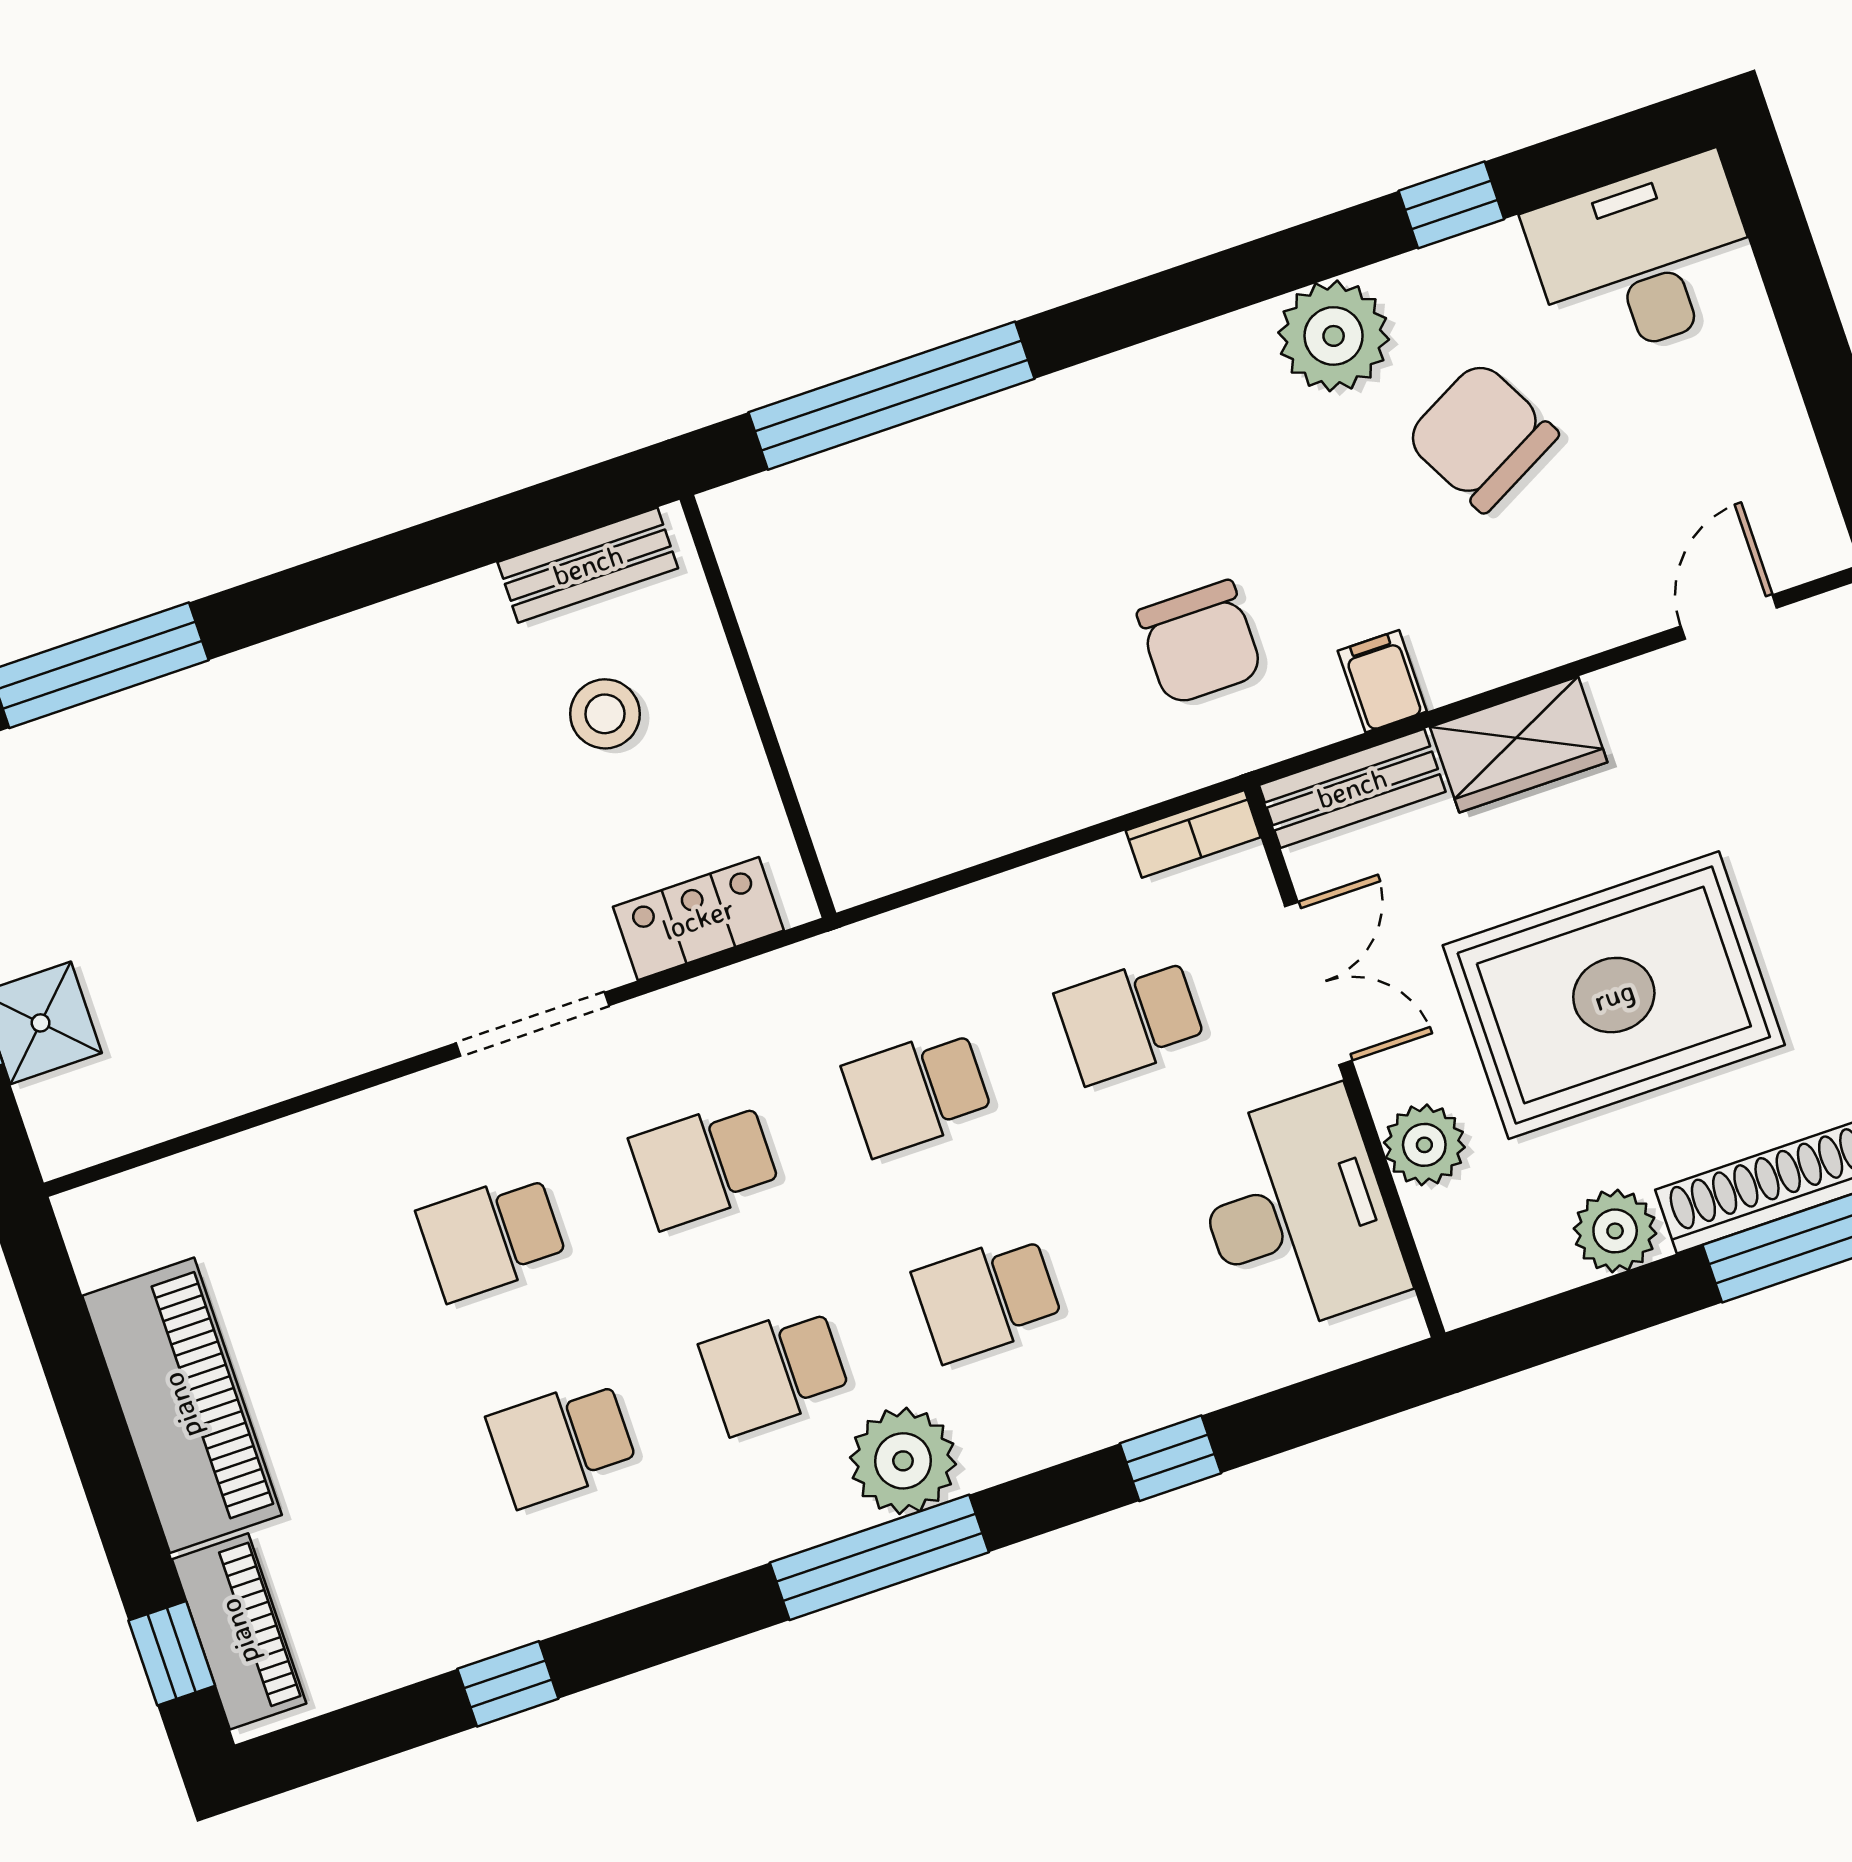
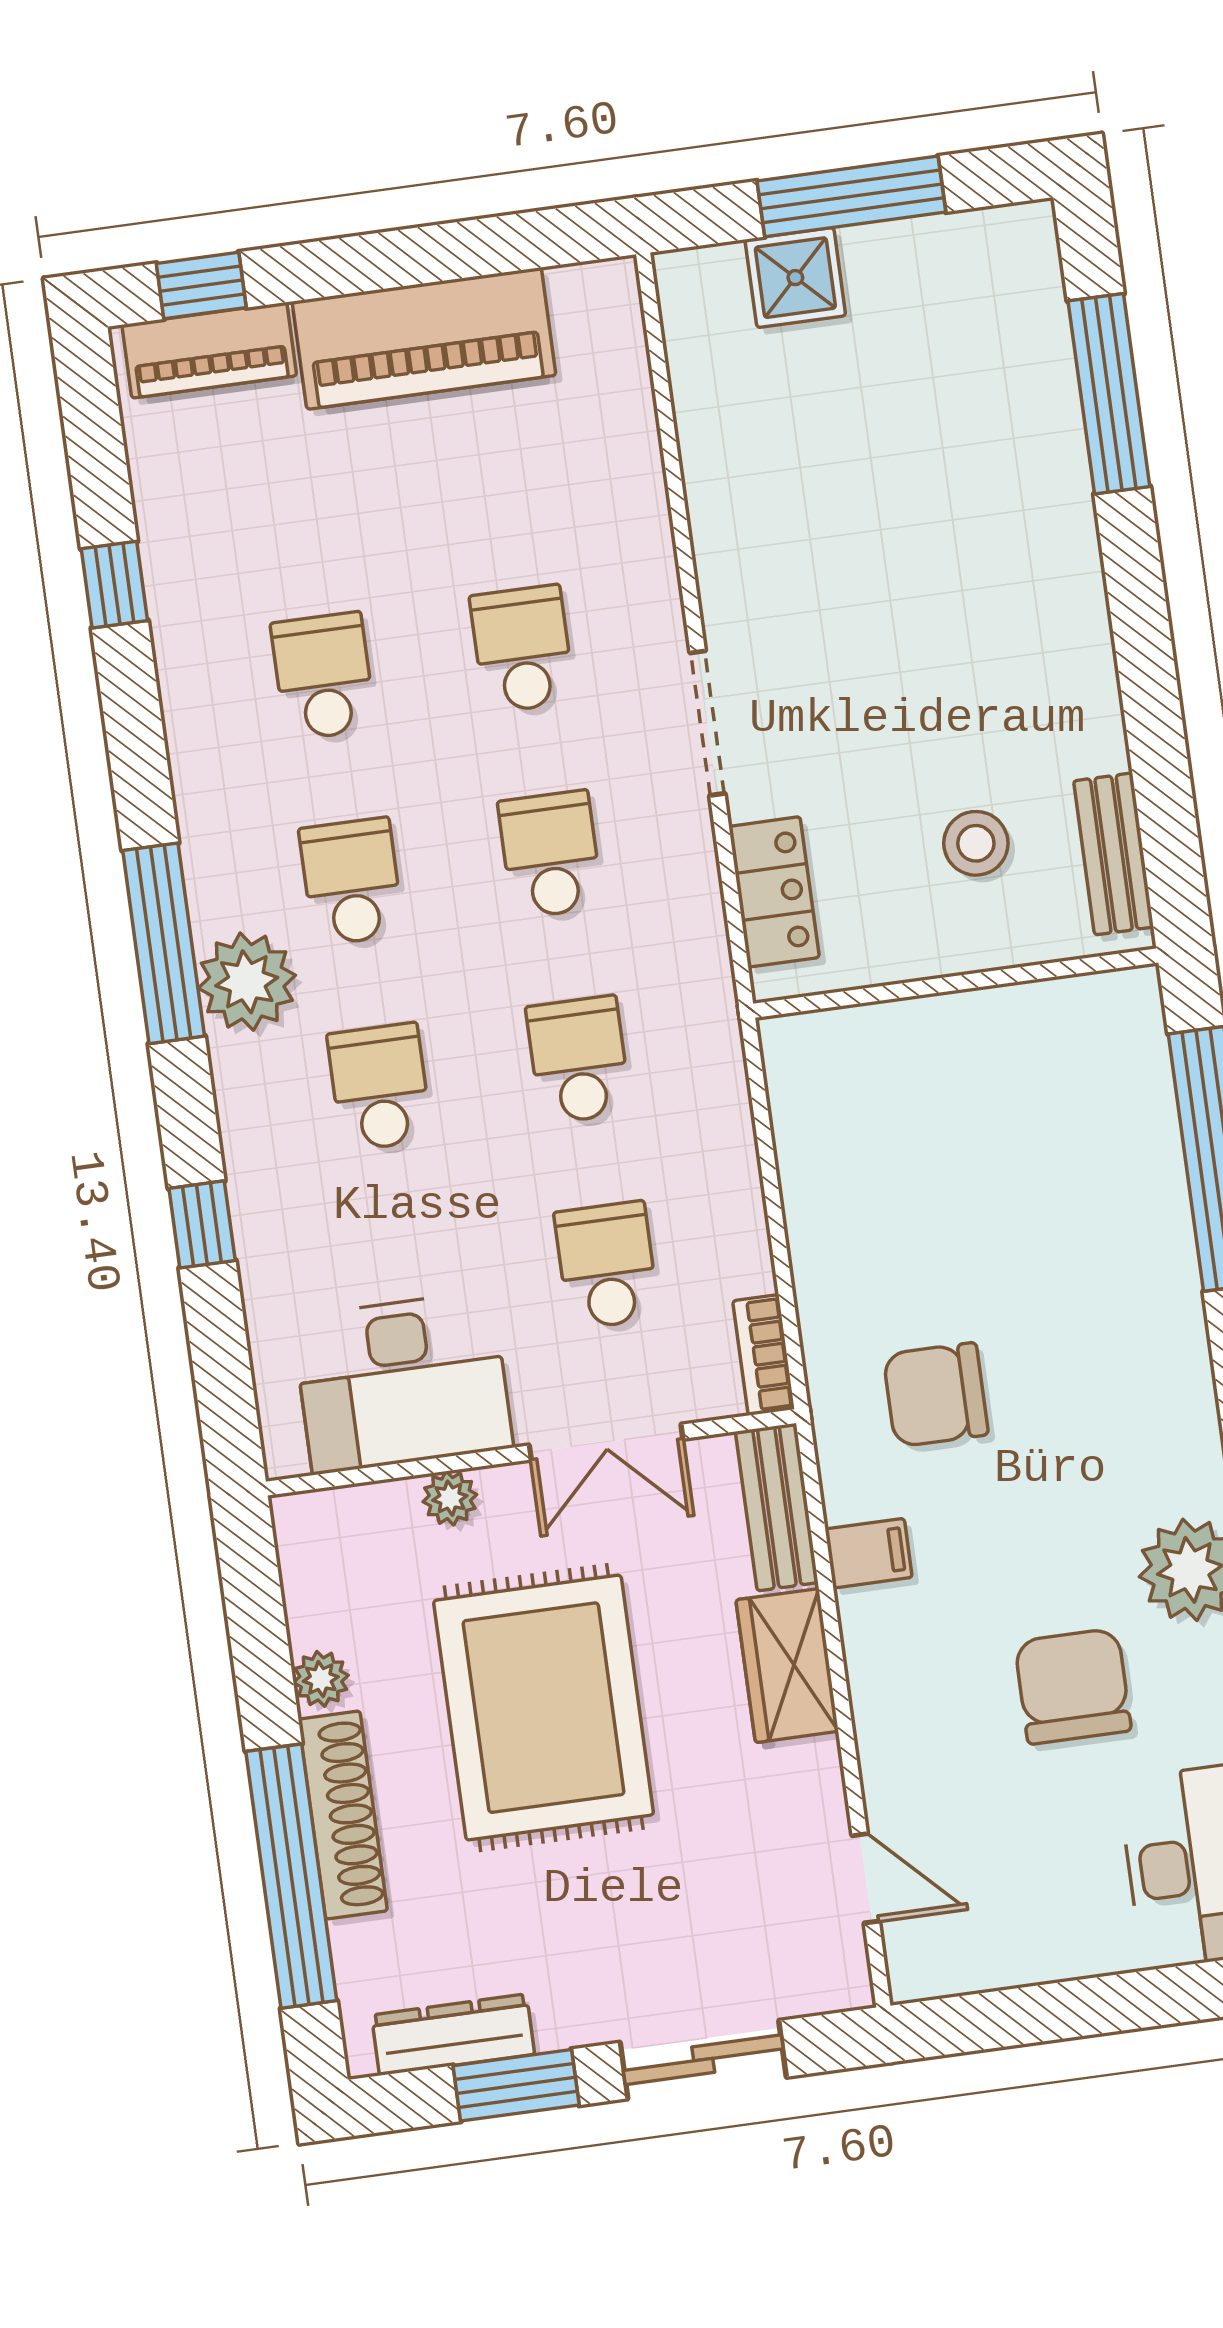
chair: (1482, 436) -> (1073, 1686), turned -62
plant: (1424, 1145) -> (450, 1498), width x0.73, depth x0.73
plant: (1615, 1231) -> (321, 1679), width x0.73, depth x0.73

